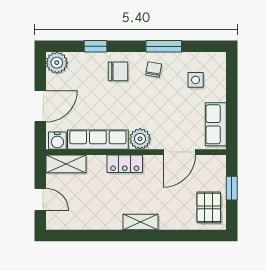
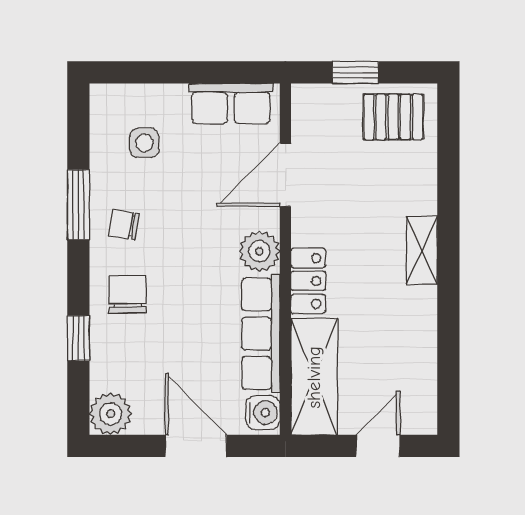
door: (179, 152) -> (285, 175), swing flipped
shelving: (66, 164) -> (314, 377), width x1.50, depth x1.33

